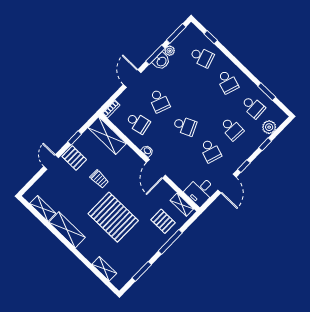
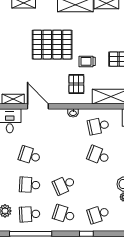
window: (211, 37) -> (86, 234), moved
window: (267, 92) -> (31, 234), width x2.11
school desk: (185, 126) -> (64, 185), moved
door: (156, 169) -> (38, 106), moved
pallet: (163, 221) -> (76, 84), moved, turned 90

